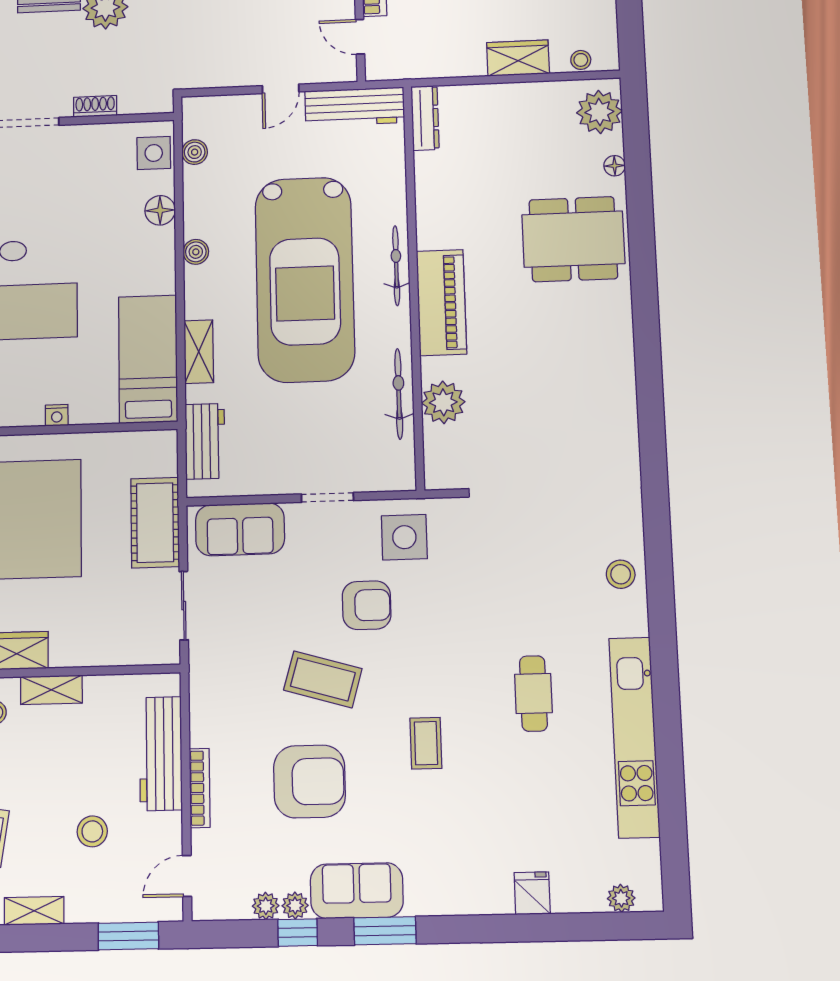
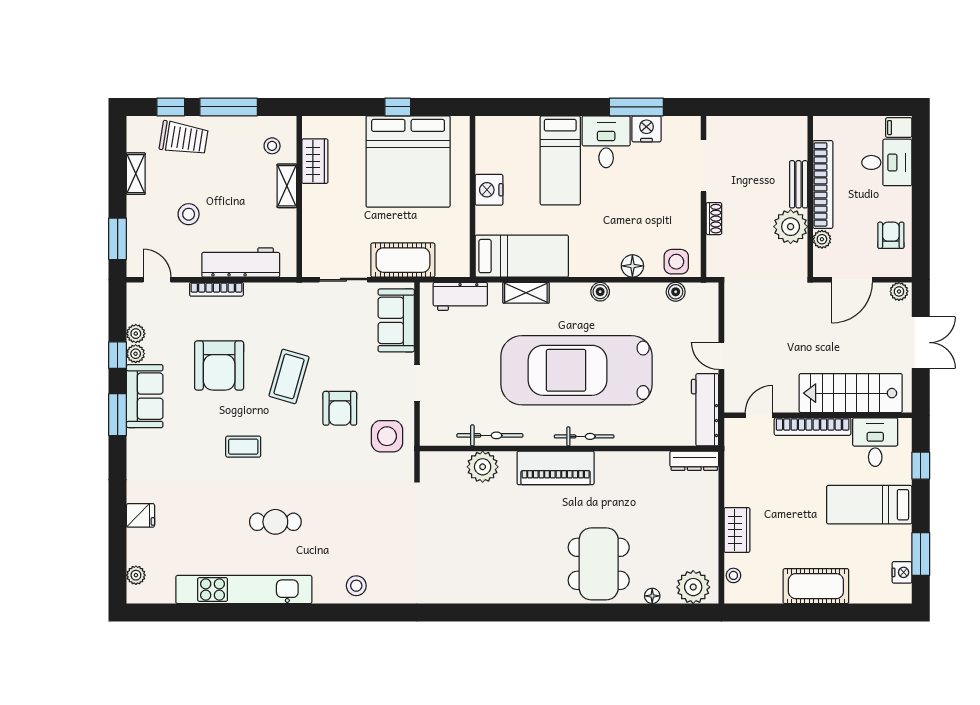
nightstand: (57, 415) -> (489, 190), width x1.89, depth x1.79

